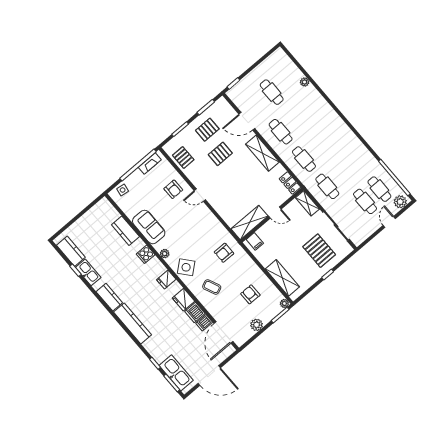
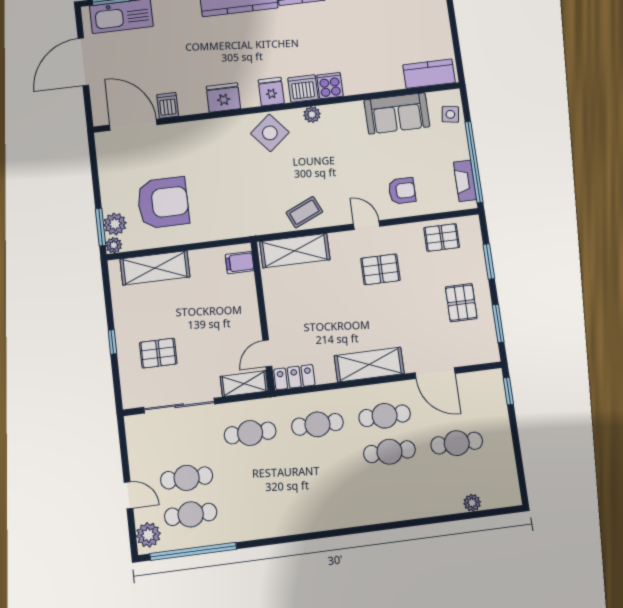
plant: (305, 82) -> (472, 503), moved
cafe table: (295, 119) -> (389, 452), added
door: (247, 121) -> (435, 373), swing flipped
pallet: (220, 154) -> (380, 269), moved, turned 90
armchair: (173, 189) -> (402, 191), turned 180
door: (200, 195) -> (367, 225), hinge flipped
door: (275, 213) -> (267, 353), moved
shelving: (249, 222) -> (295, 251), moved, turned 90
sofa: (149, 227) -> (397, 113), moved
kitchen counter: (125, 231) -> (429, 74), moved
pallet: (319, 251) -> (158, 353), width x0.67, depth x0.71
armchair: (224, 253) -> (254, 204), removed
coffee table: (212, 287) -> (304, 212), moved
armchair: (250, 294) -> (163, 203), width x1.88, depth x1.88
dishwasher: (195, 312) -> (303, 89), moved
plant: (257, 325) -> (115, 224), moved

